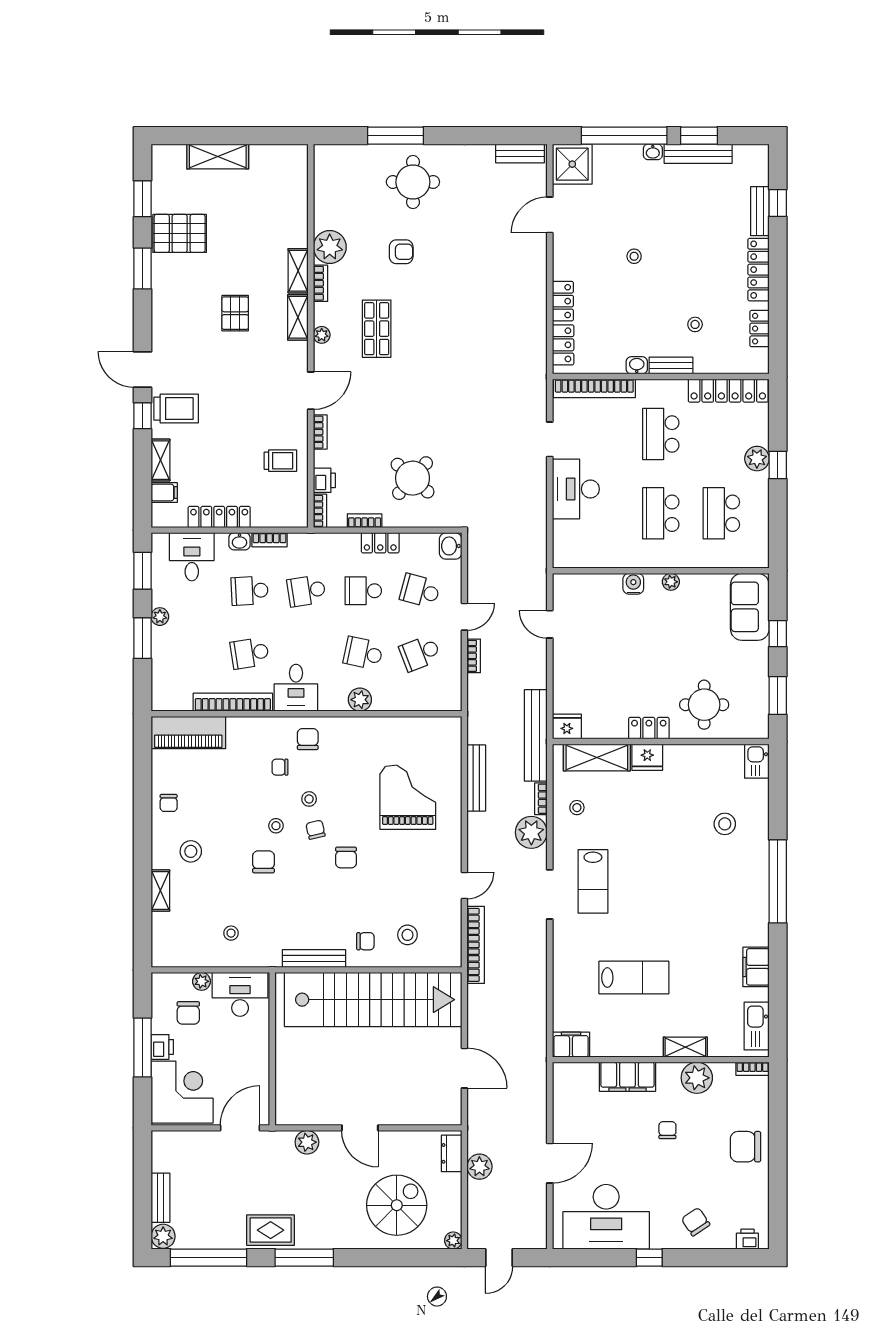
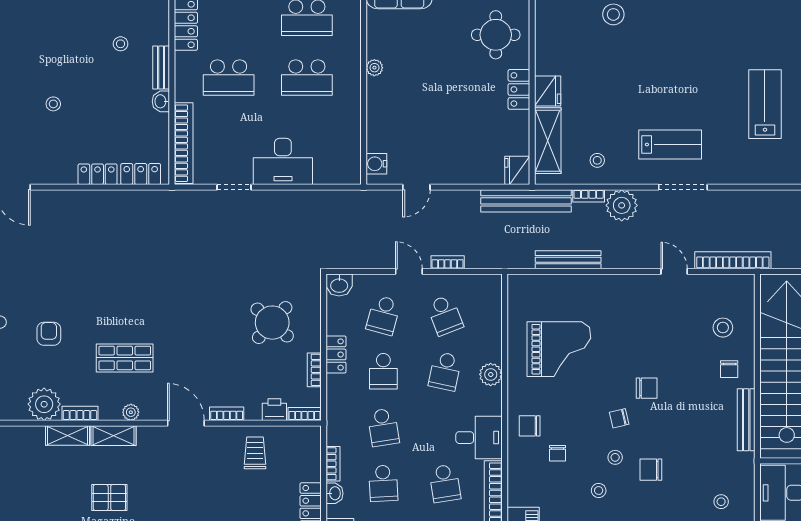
water cooler: (633, 584) -> (376, 164), moved
grand piano: (408, 797) -> (559, 349), moved, turned 180
stool: (309, 799) -> (599, 490), moved
chair: (365, 941) -> (729, 369), turned 180

